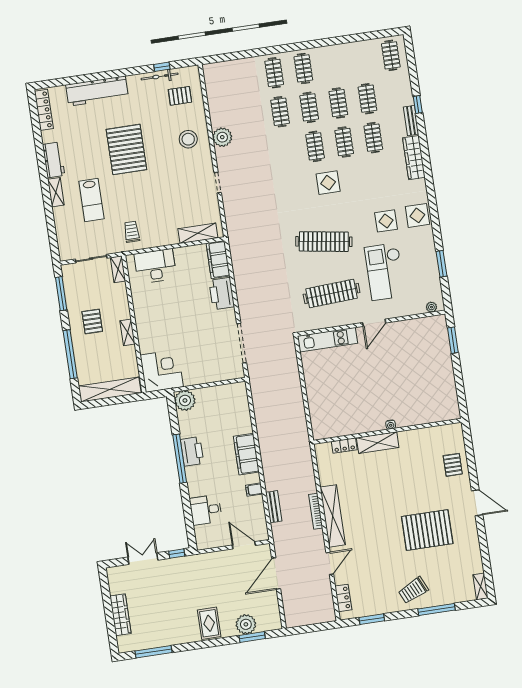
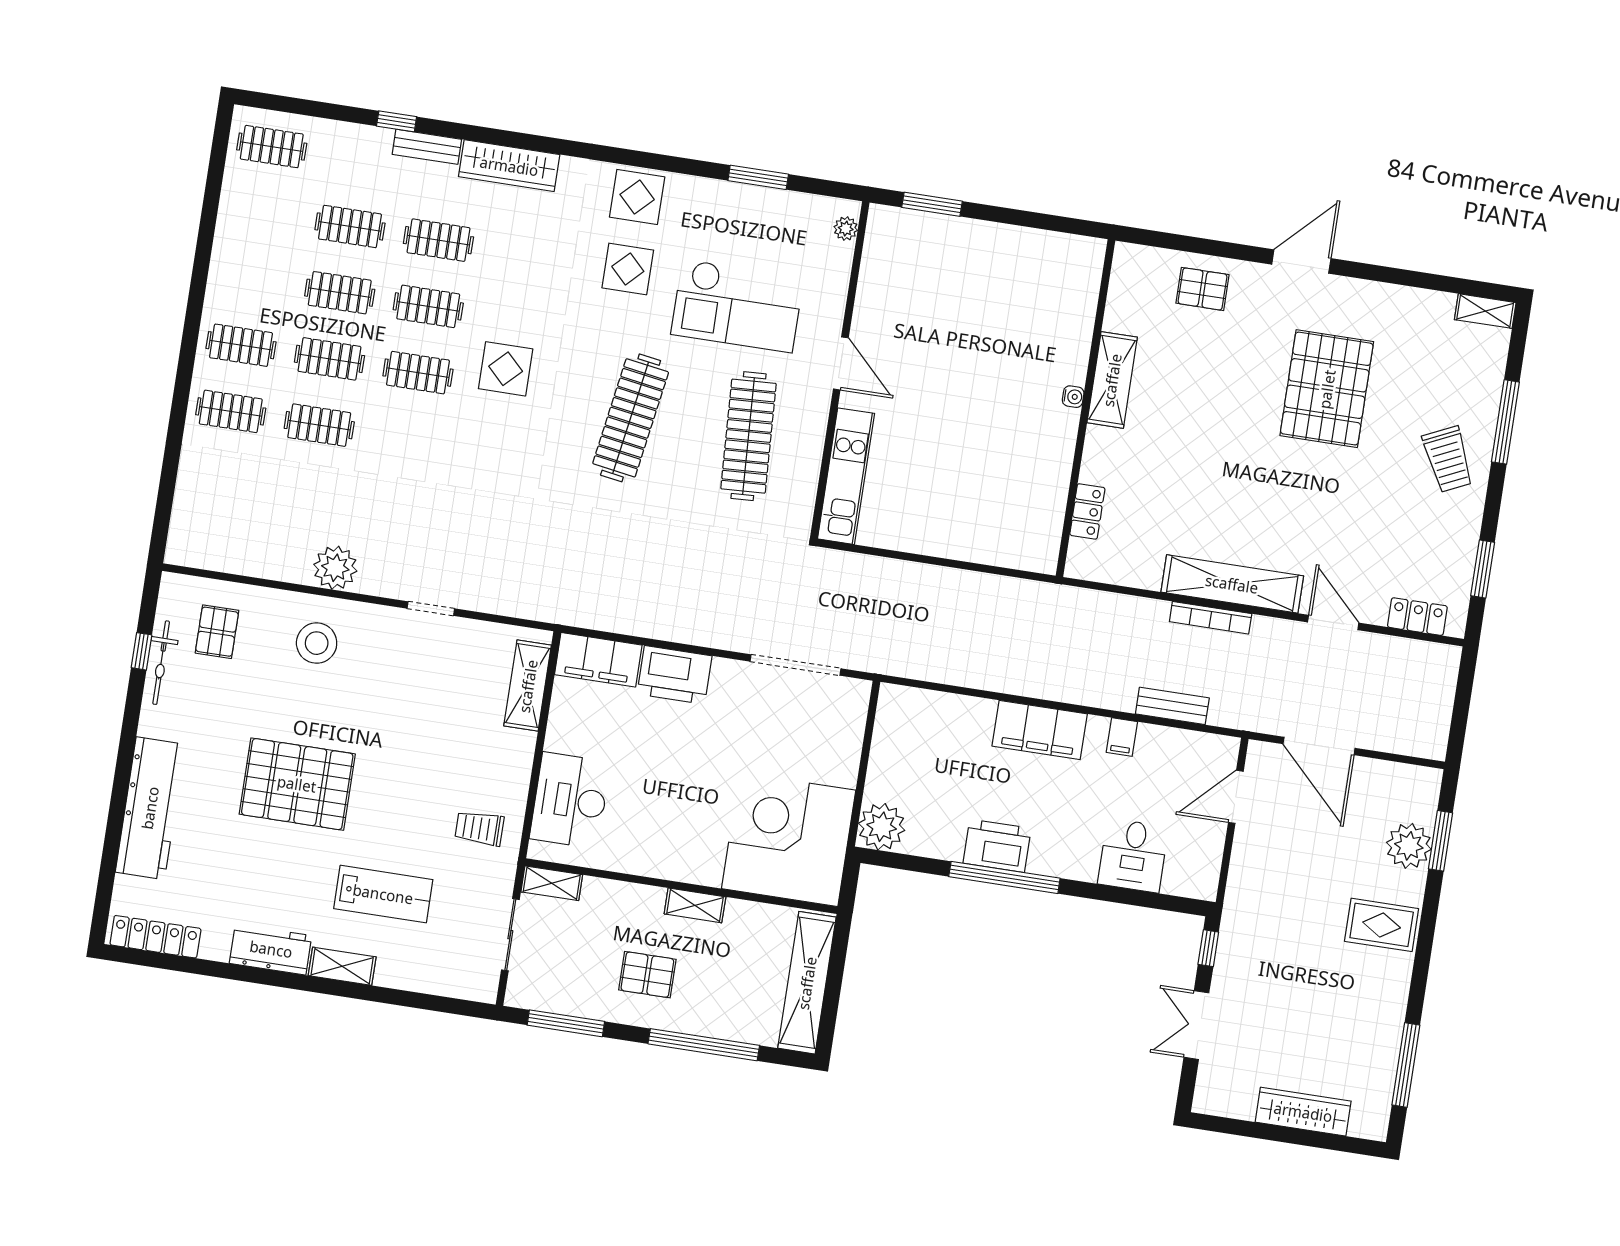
corner desk: (162, 371) -> (789, 839), width x1.36, depth x1.36
shelving: (378, 443) -> (1112, 380), moved

